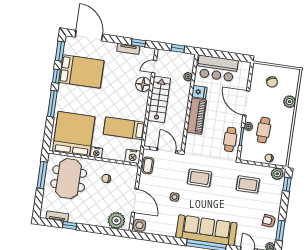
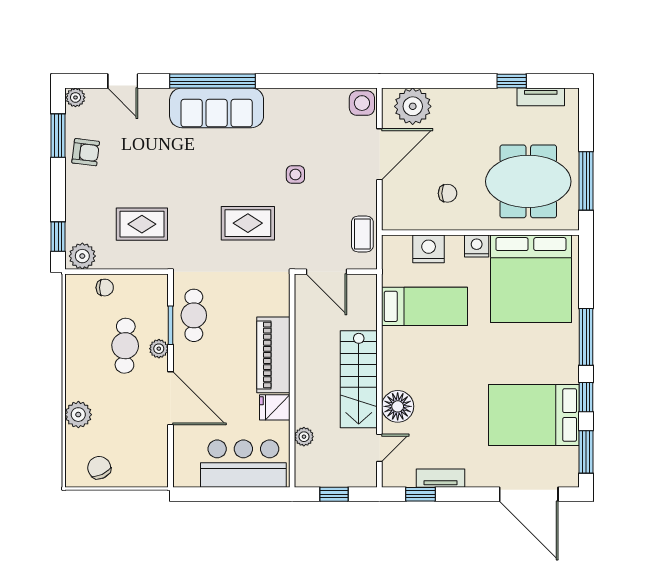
chair: (272, 82) -> (99, 468), moved
nightstand: (133, 156) -> (429, 249), moved
meeting table: (69, 179) -> (528, 181), turned 90
door: (135, 201) -> (379, 154), swing flipped
sofa: (206, 230) -> (217, 108), width x0.74, depth x0.79

